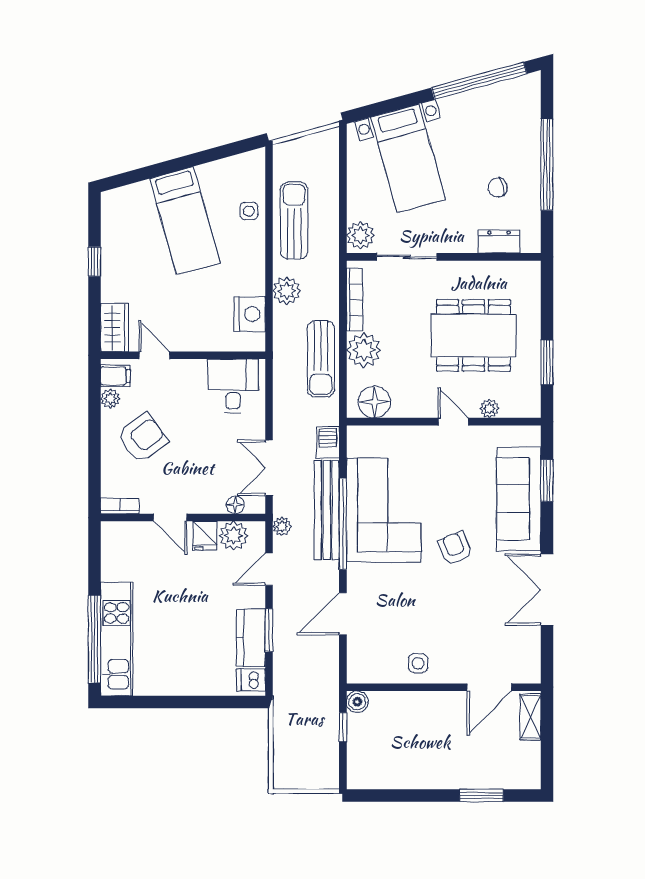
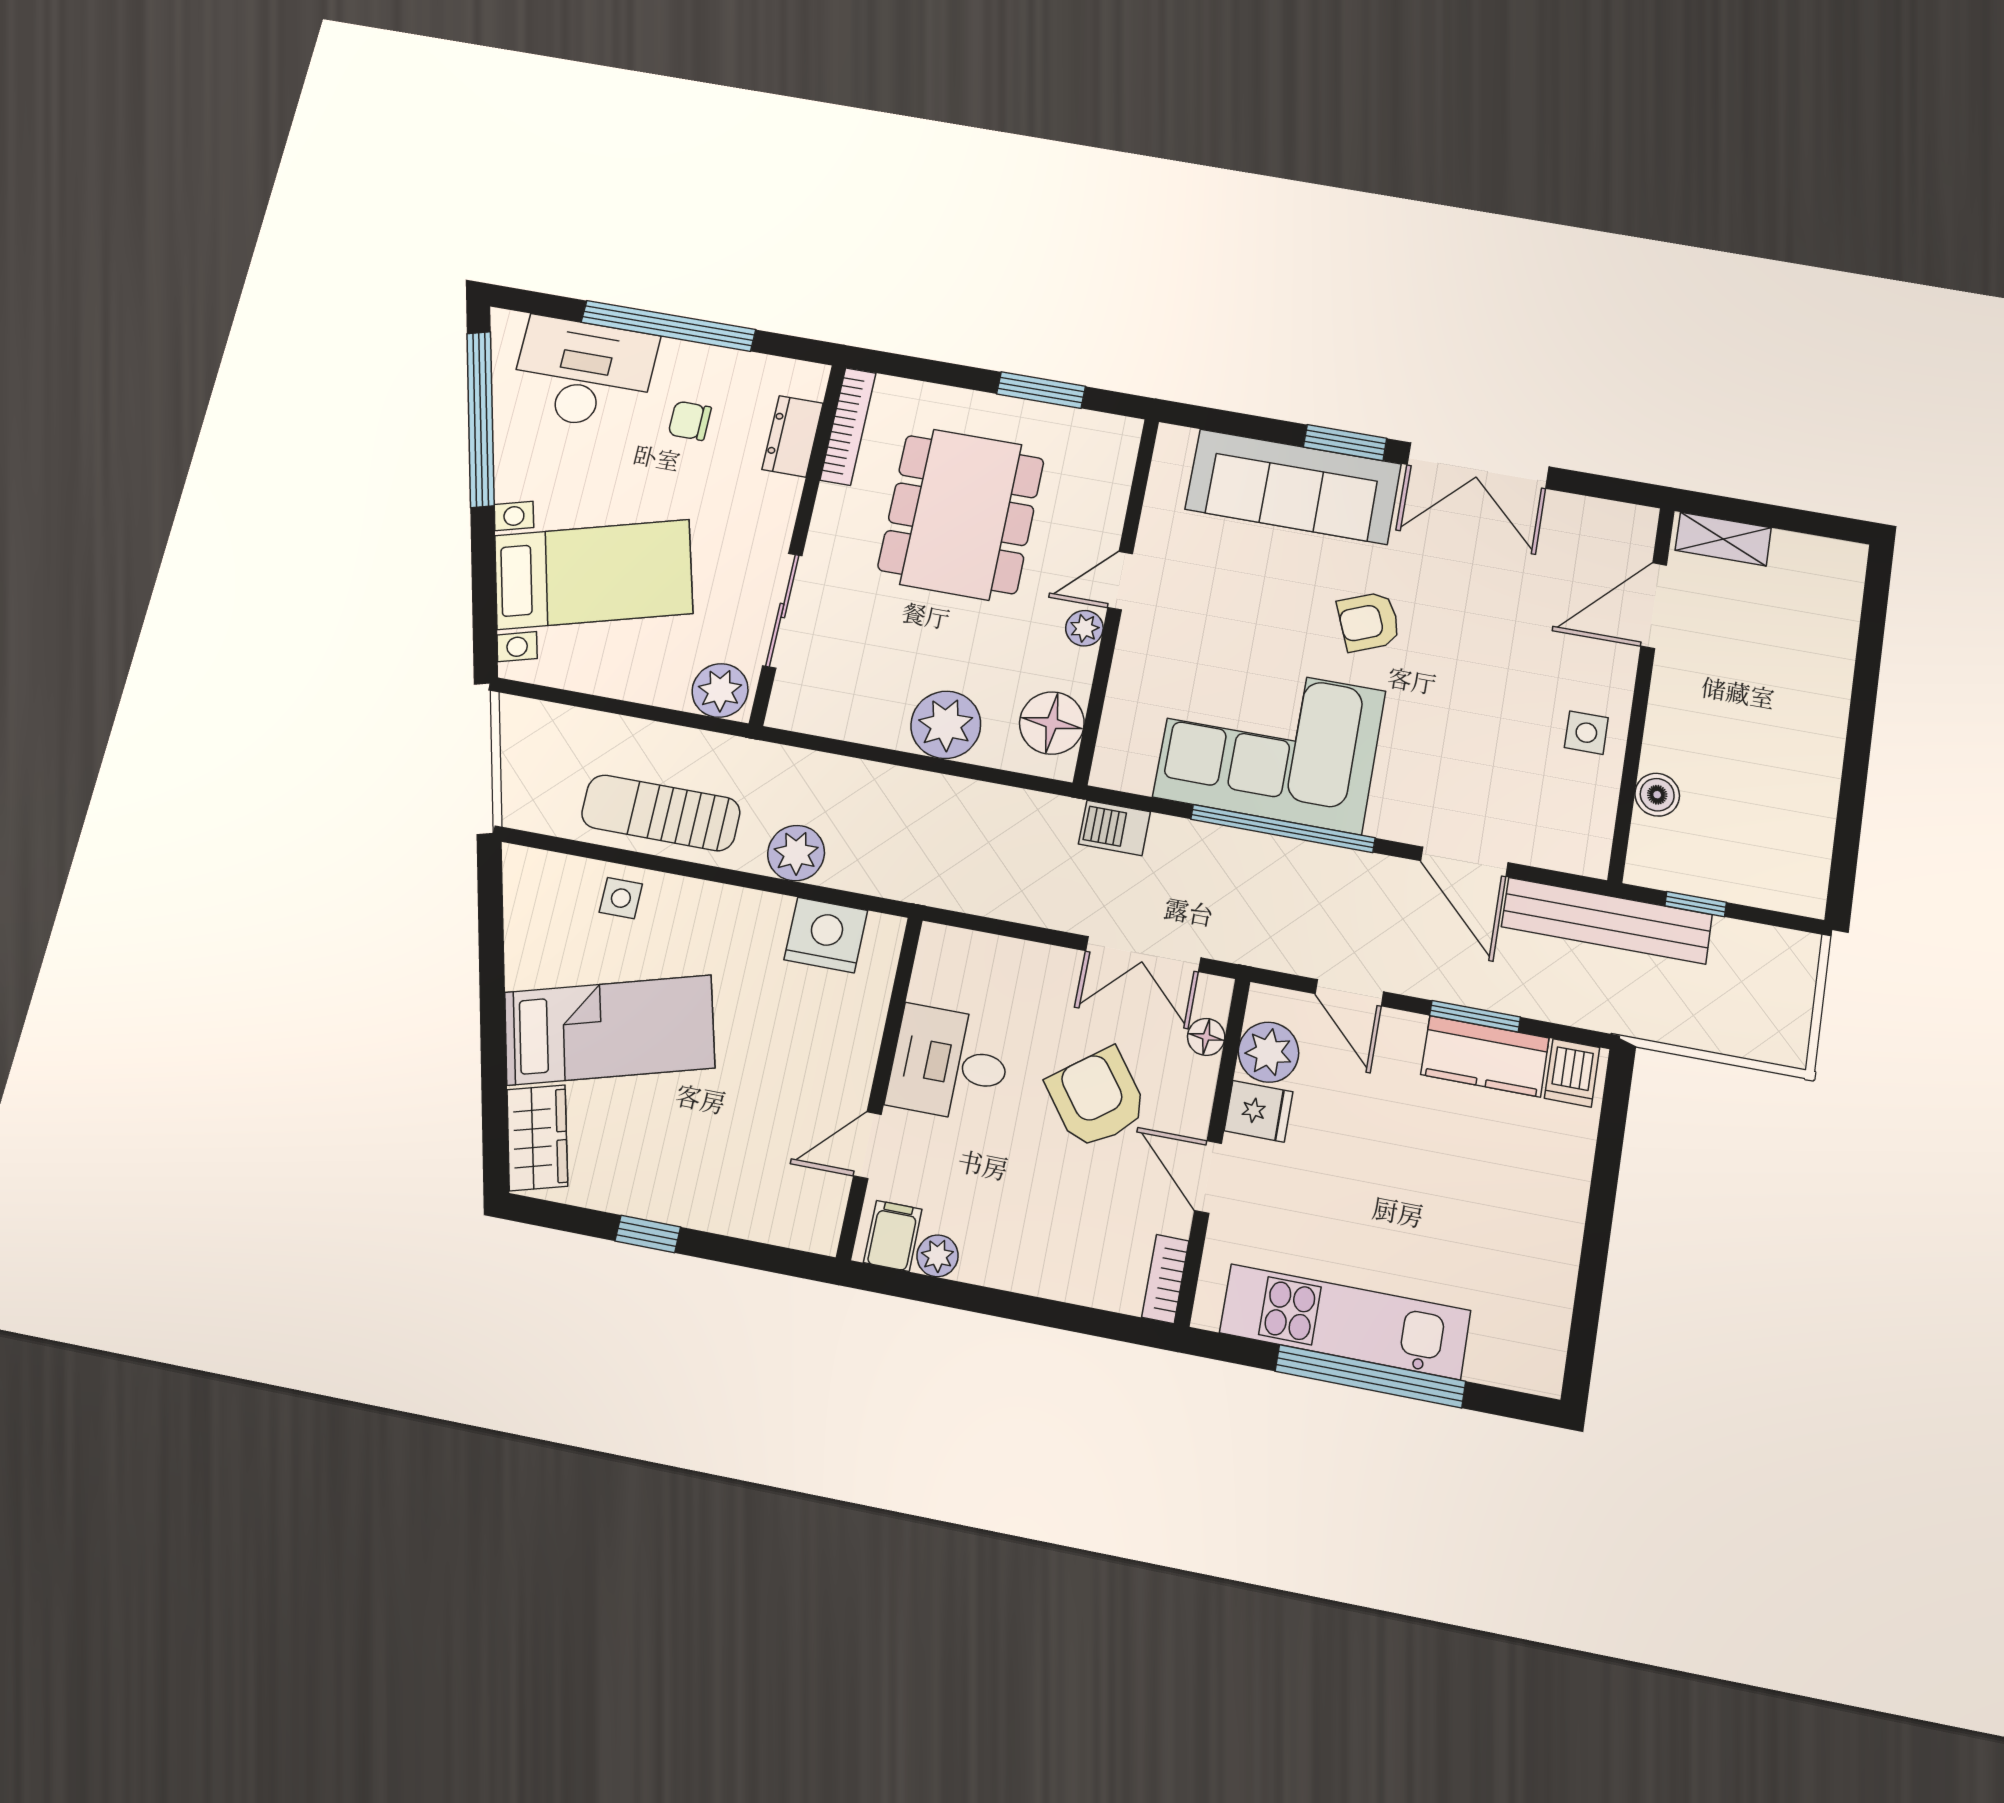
desk: (513, 127) -> (583, 373), added
chair: (498, 188) -> (690, 421), turned 105
bookcase: (355, 300) -> (848, 426), moved, turned 90
wardrobe: (115, 327) -> (537, 1138), moved, turned 74
sun lounger: (321, 359) -> (945, 811), removed
desk: (233, 386) -> (950, 1064), moved
plant: (489, 409) -> (1084, 628), moved
armchair: (142, 438) -> (1097, 1098), moved
window: (547, 481) -> (1345, 443), moved
bench: (327, 510) -> (1607, 921), moved
door: (170, 518) -> (1208, 1177), swing flipped
plant: (282, 526) -> (1267, 950), removed
window: (94, 639) -> (1370, 1376), moved
kitchen unit: (117, 639) -> (1345, 1322), moved
door: (489, 687) -> (1654, 606), swing flipped
boiler: (357, 702) -> (1657, 795), moved
window: (481, 795) -> (1868, 658), removed

